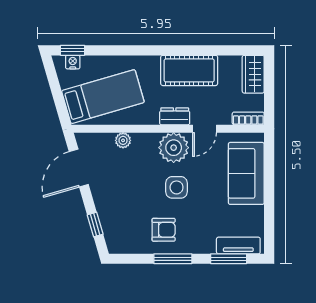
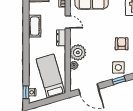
cot: (189, 70) -> (35, 26), width x0.73, depth x0.75
plant: (174, 148) -> (78, 52), moved
side table: (177, 187) -> (118, 67), moved

